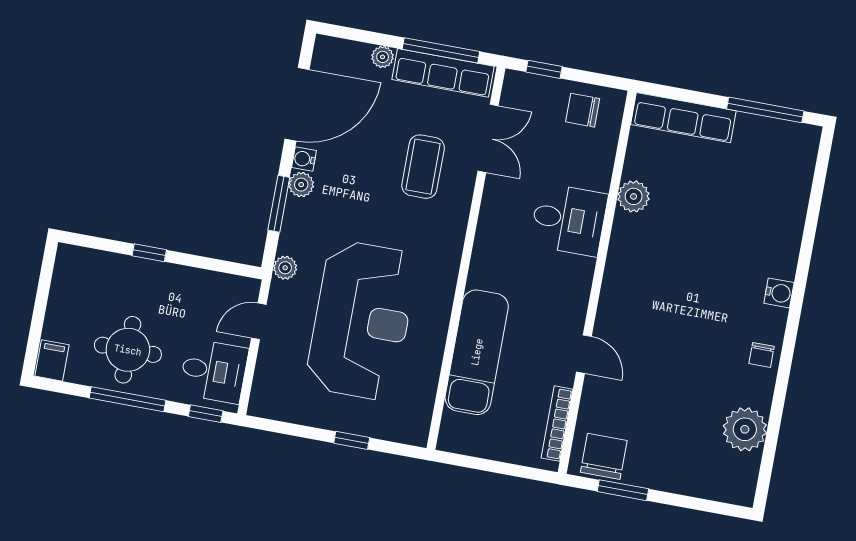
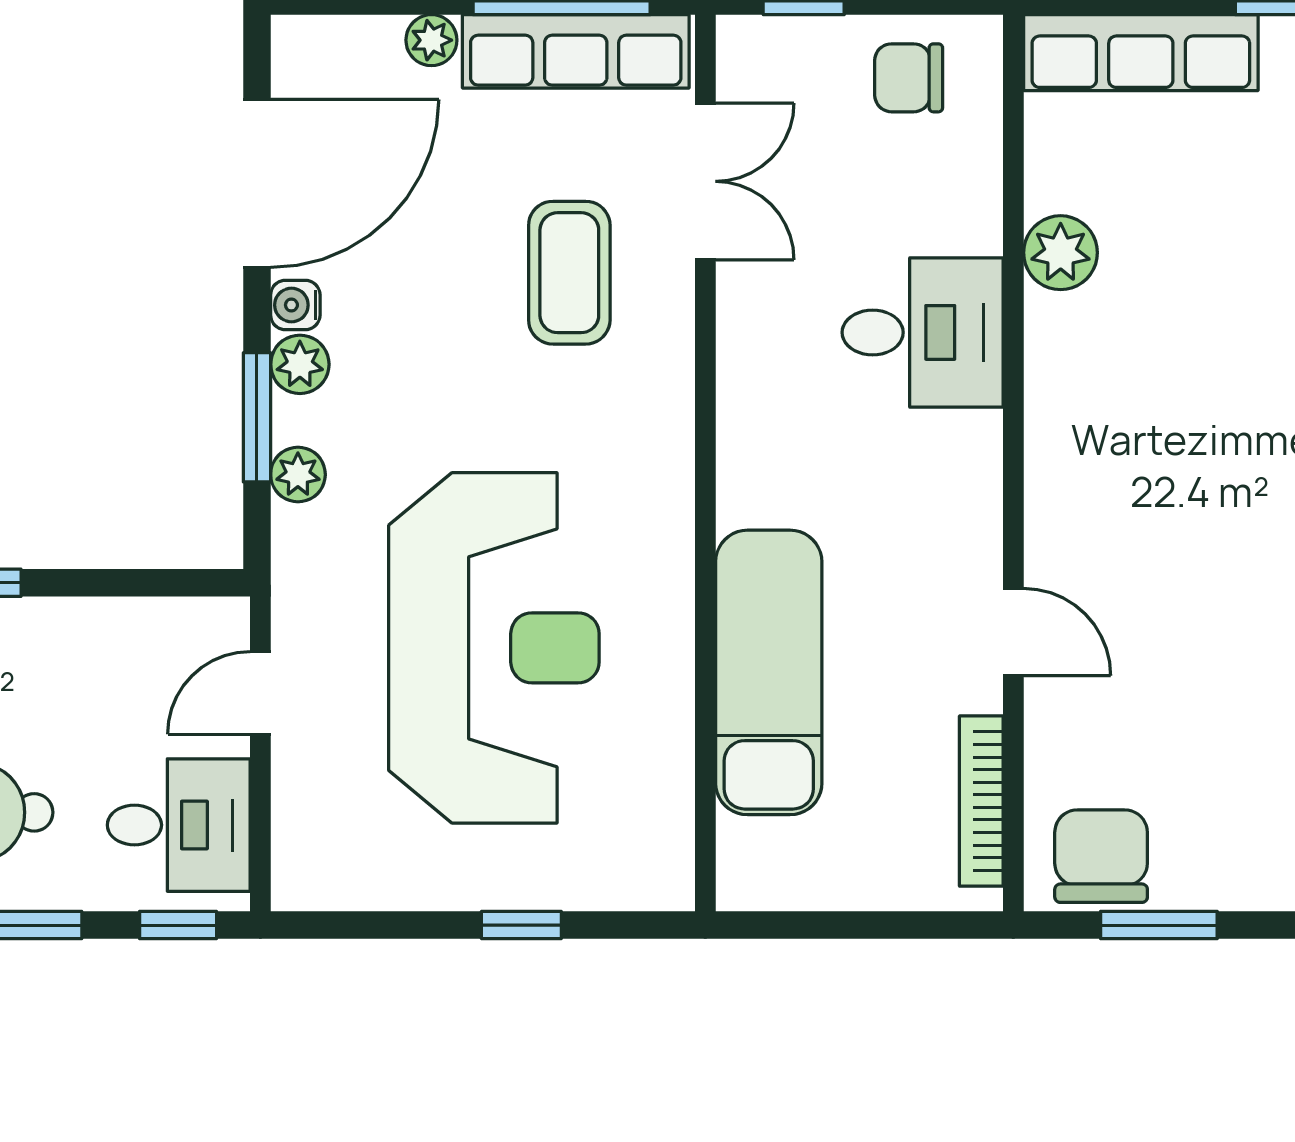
plant: (285, 268) -> (298, 475), moved

